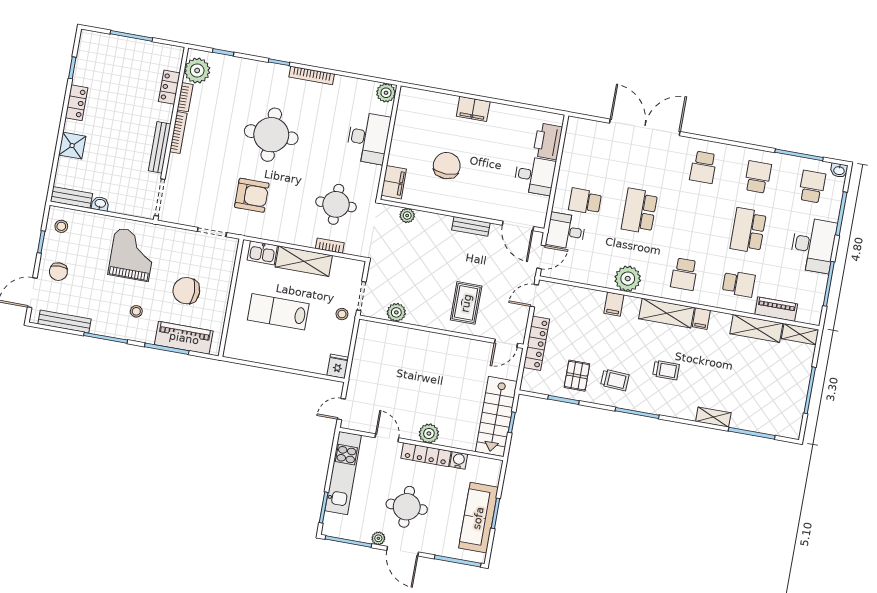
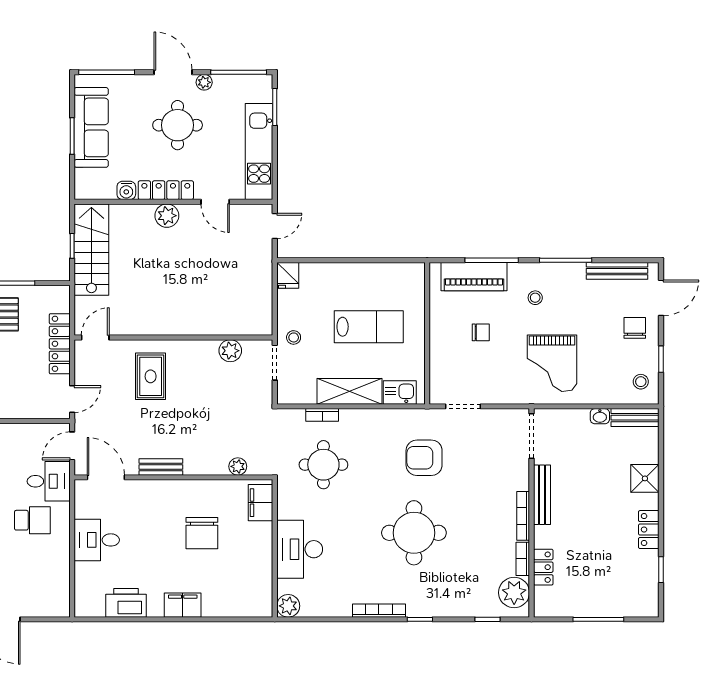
printer: (548, 141) -> (126, 603), moved, turned -90
chair: (186, 291) -> (481, 332), width x0.54, depth x0.54

